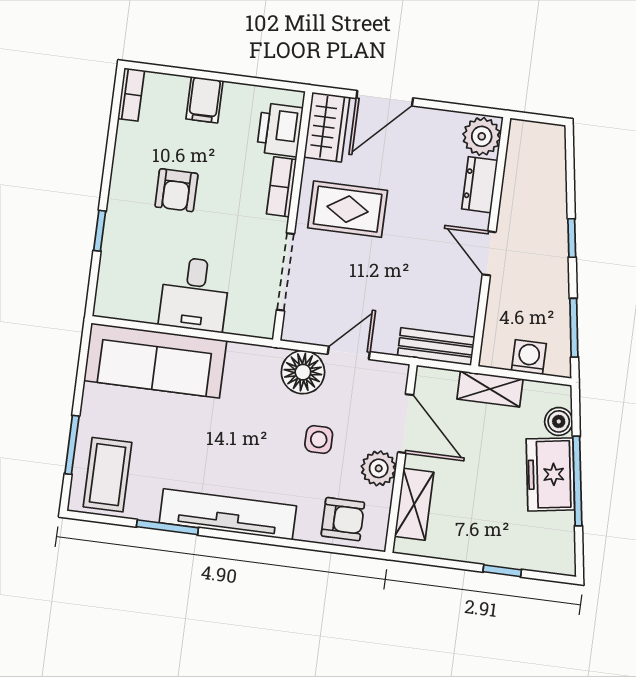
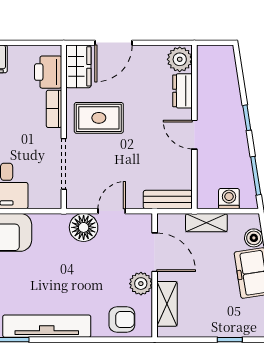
side table: (319, 440) -> (99, 270), removed

